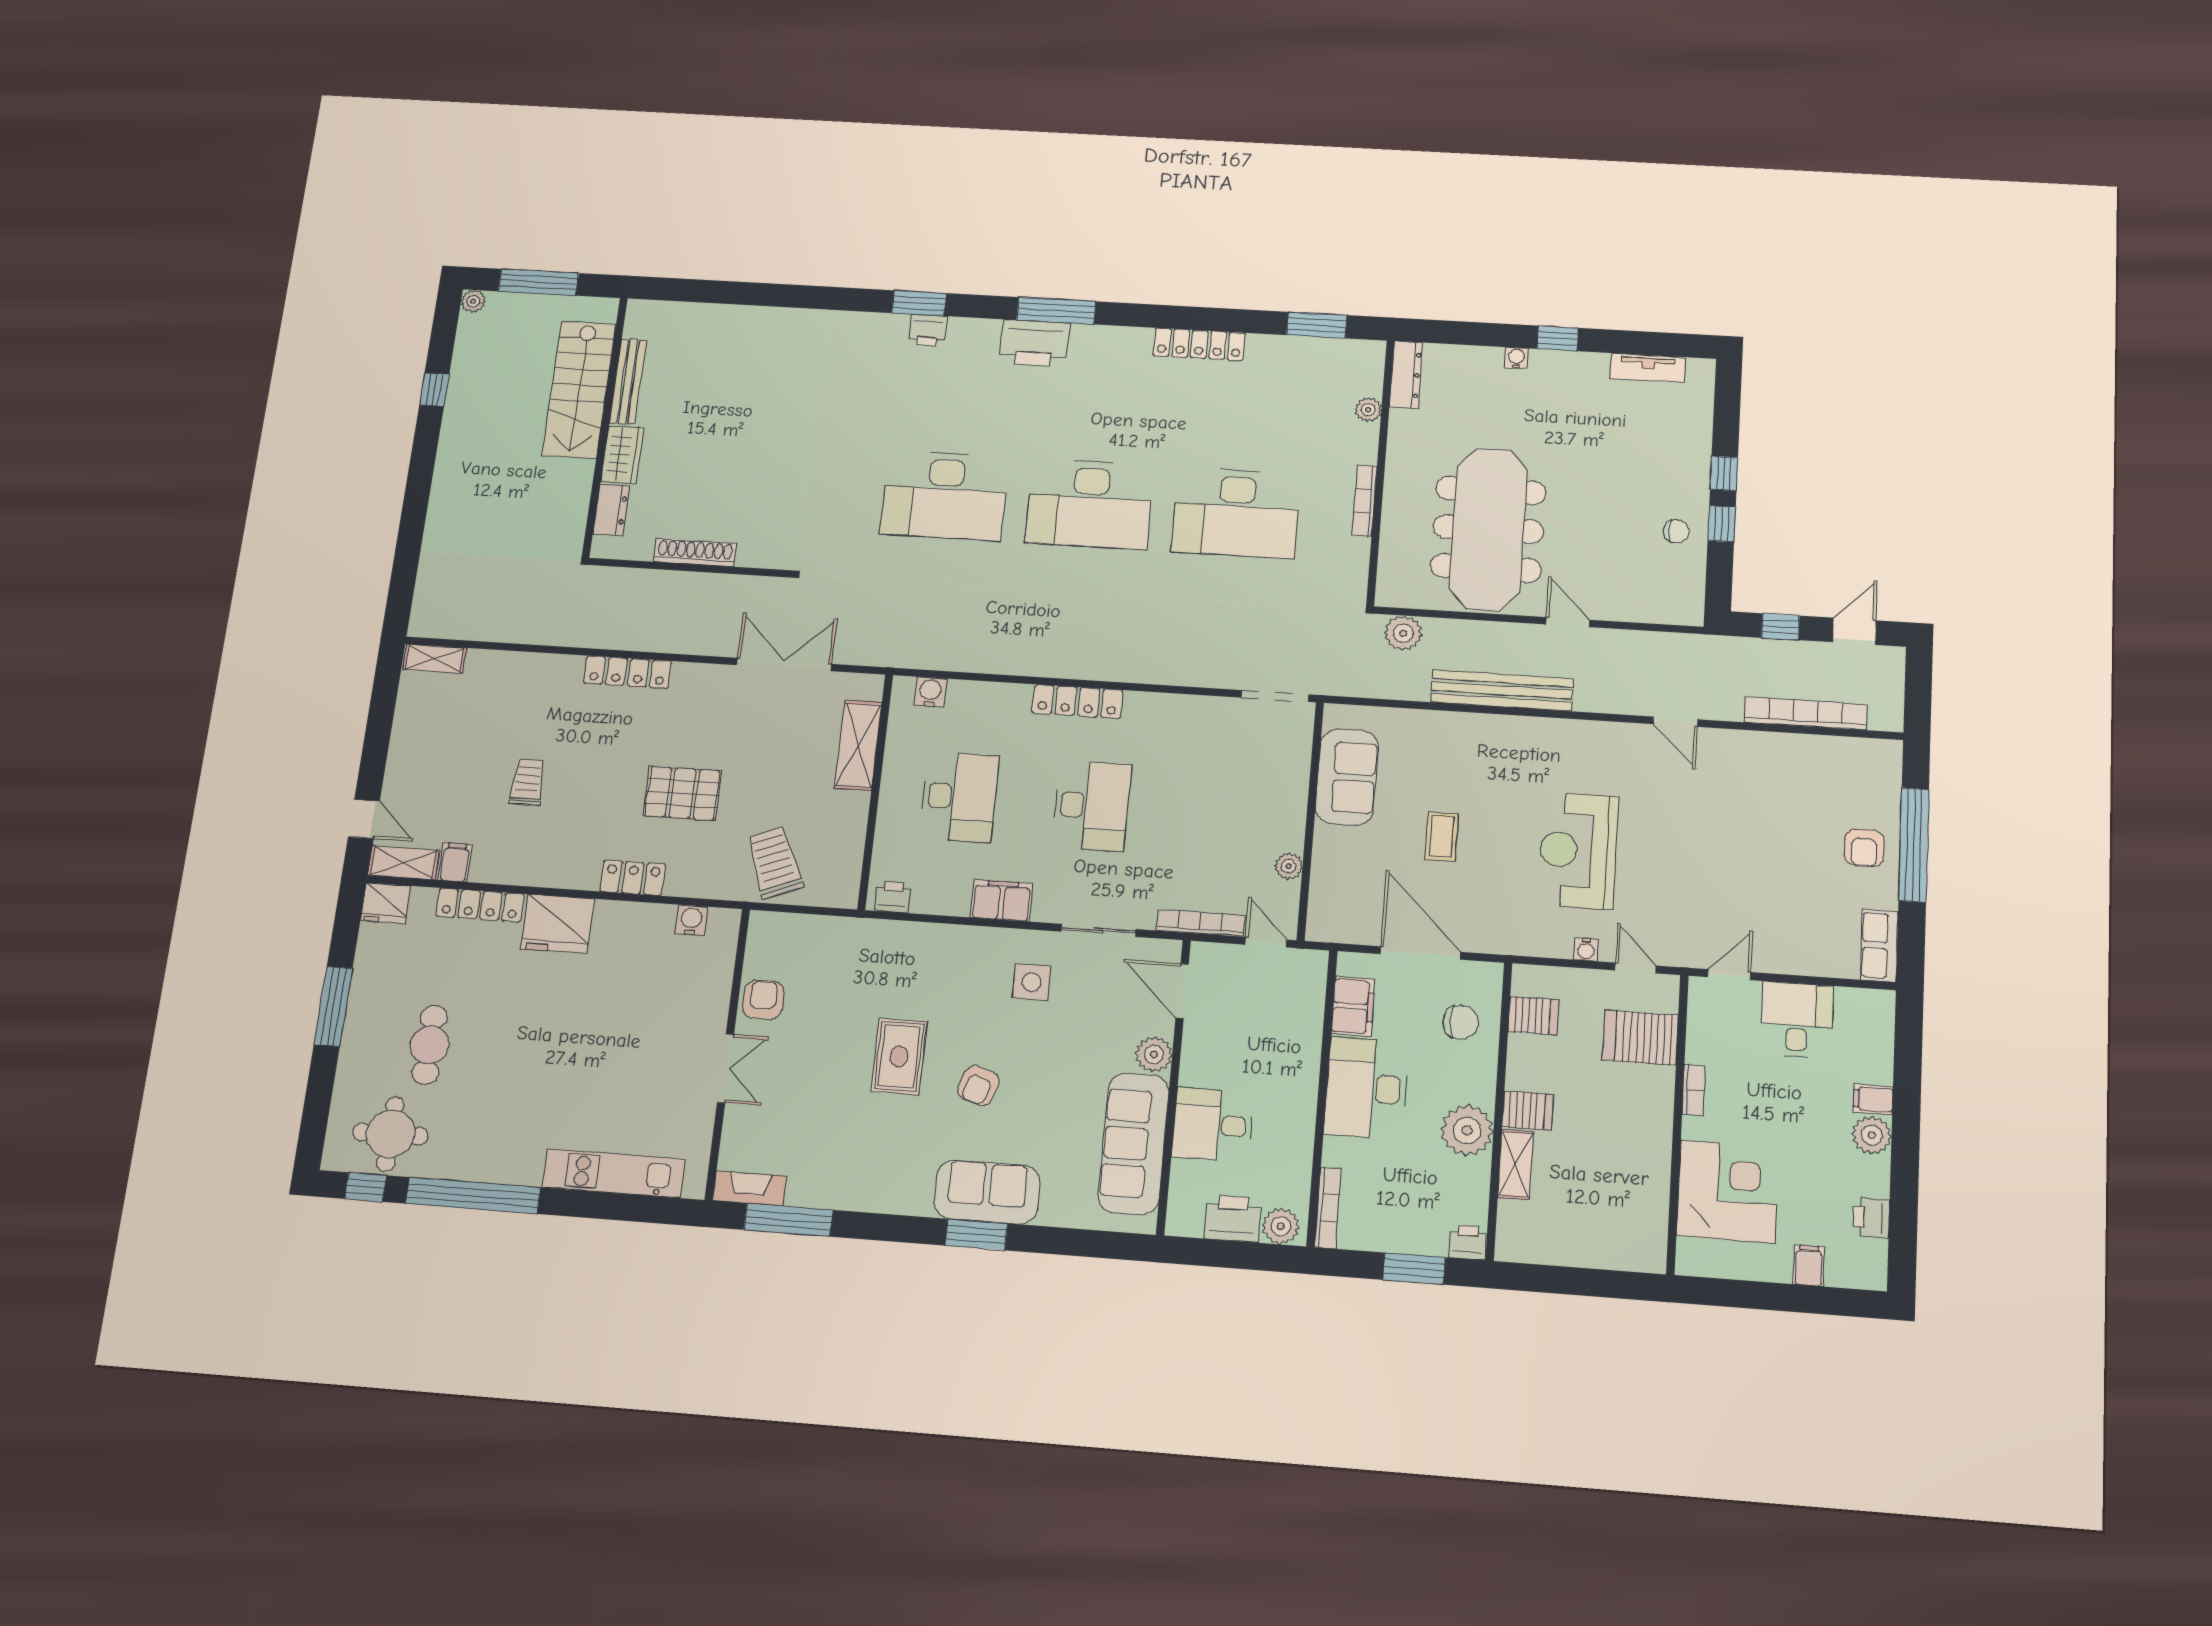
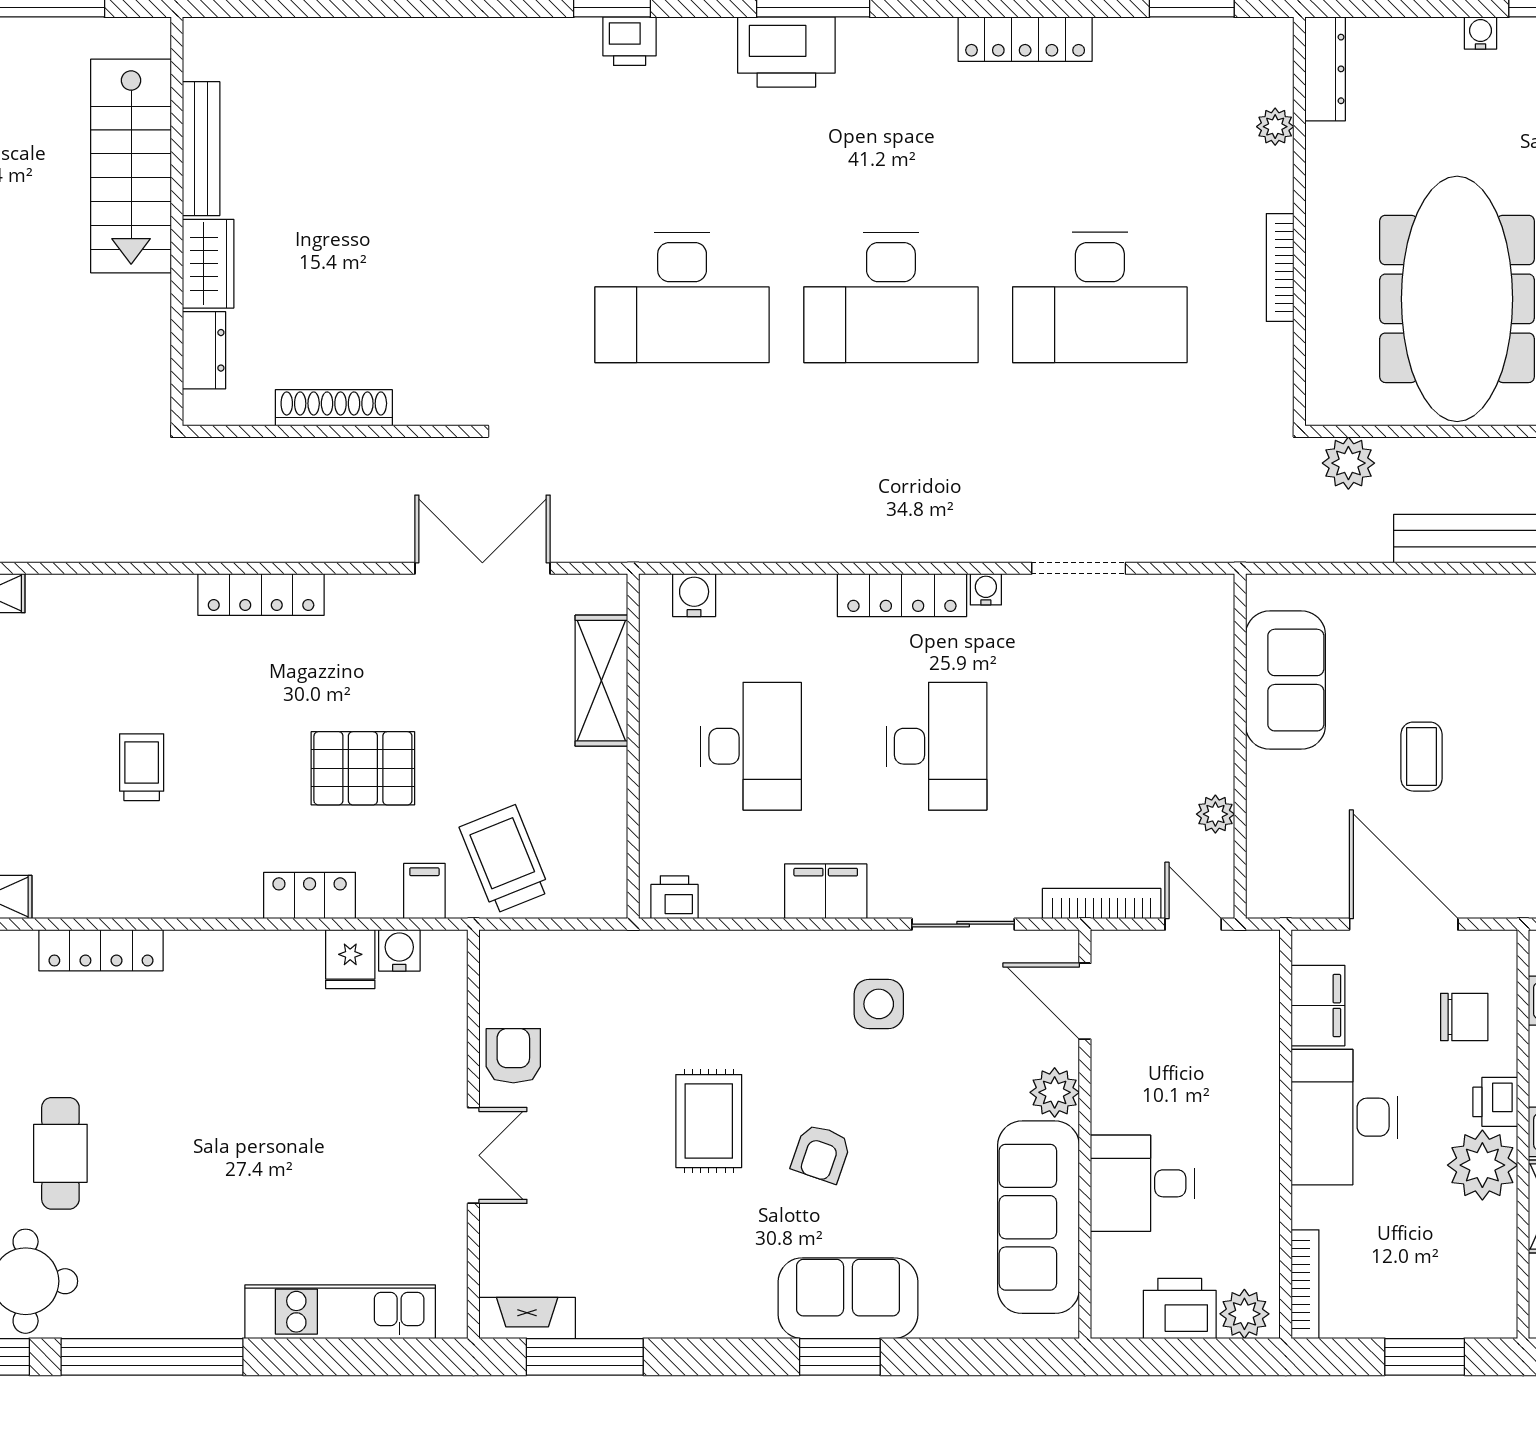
doorway: (1275, 696) -> (1079, 568), moved
water cooler: (1137, 701) -> (986, 589), added
filing cabinet: (455, 862) -> (424, 891), moved
fridge: (557, 924) -> (350, 959), moved, width x0.53, depth x0.75
printer: (1468, 1242) -> (1495, 1102), moved, turned -90

